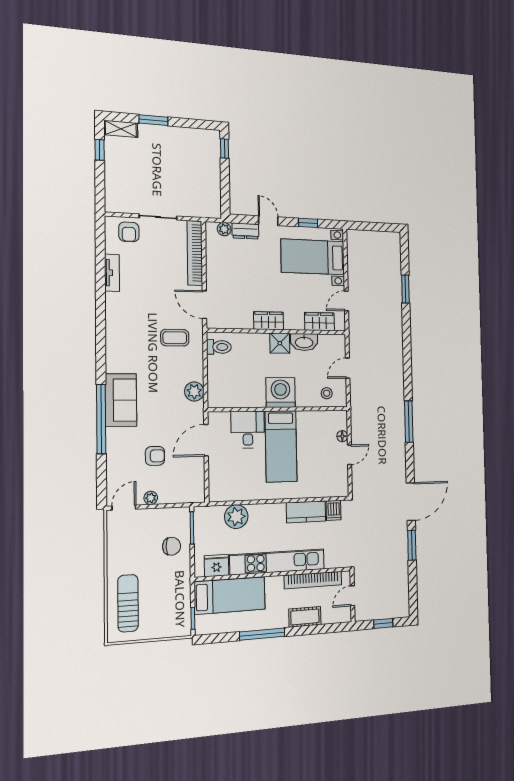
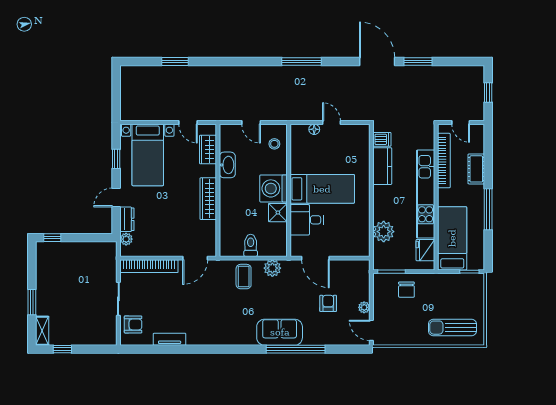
wardrobe: (269, 321) -> (208, 199), width x1.50
coffee table: (175, 338) -> (244, 277), moved
shower: (280, 343) -> (278, 213), moved
toilet: (219, 347) -> (251, 245), moved
chair: (172, 546) -> (406, 290), turned 180

